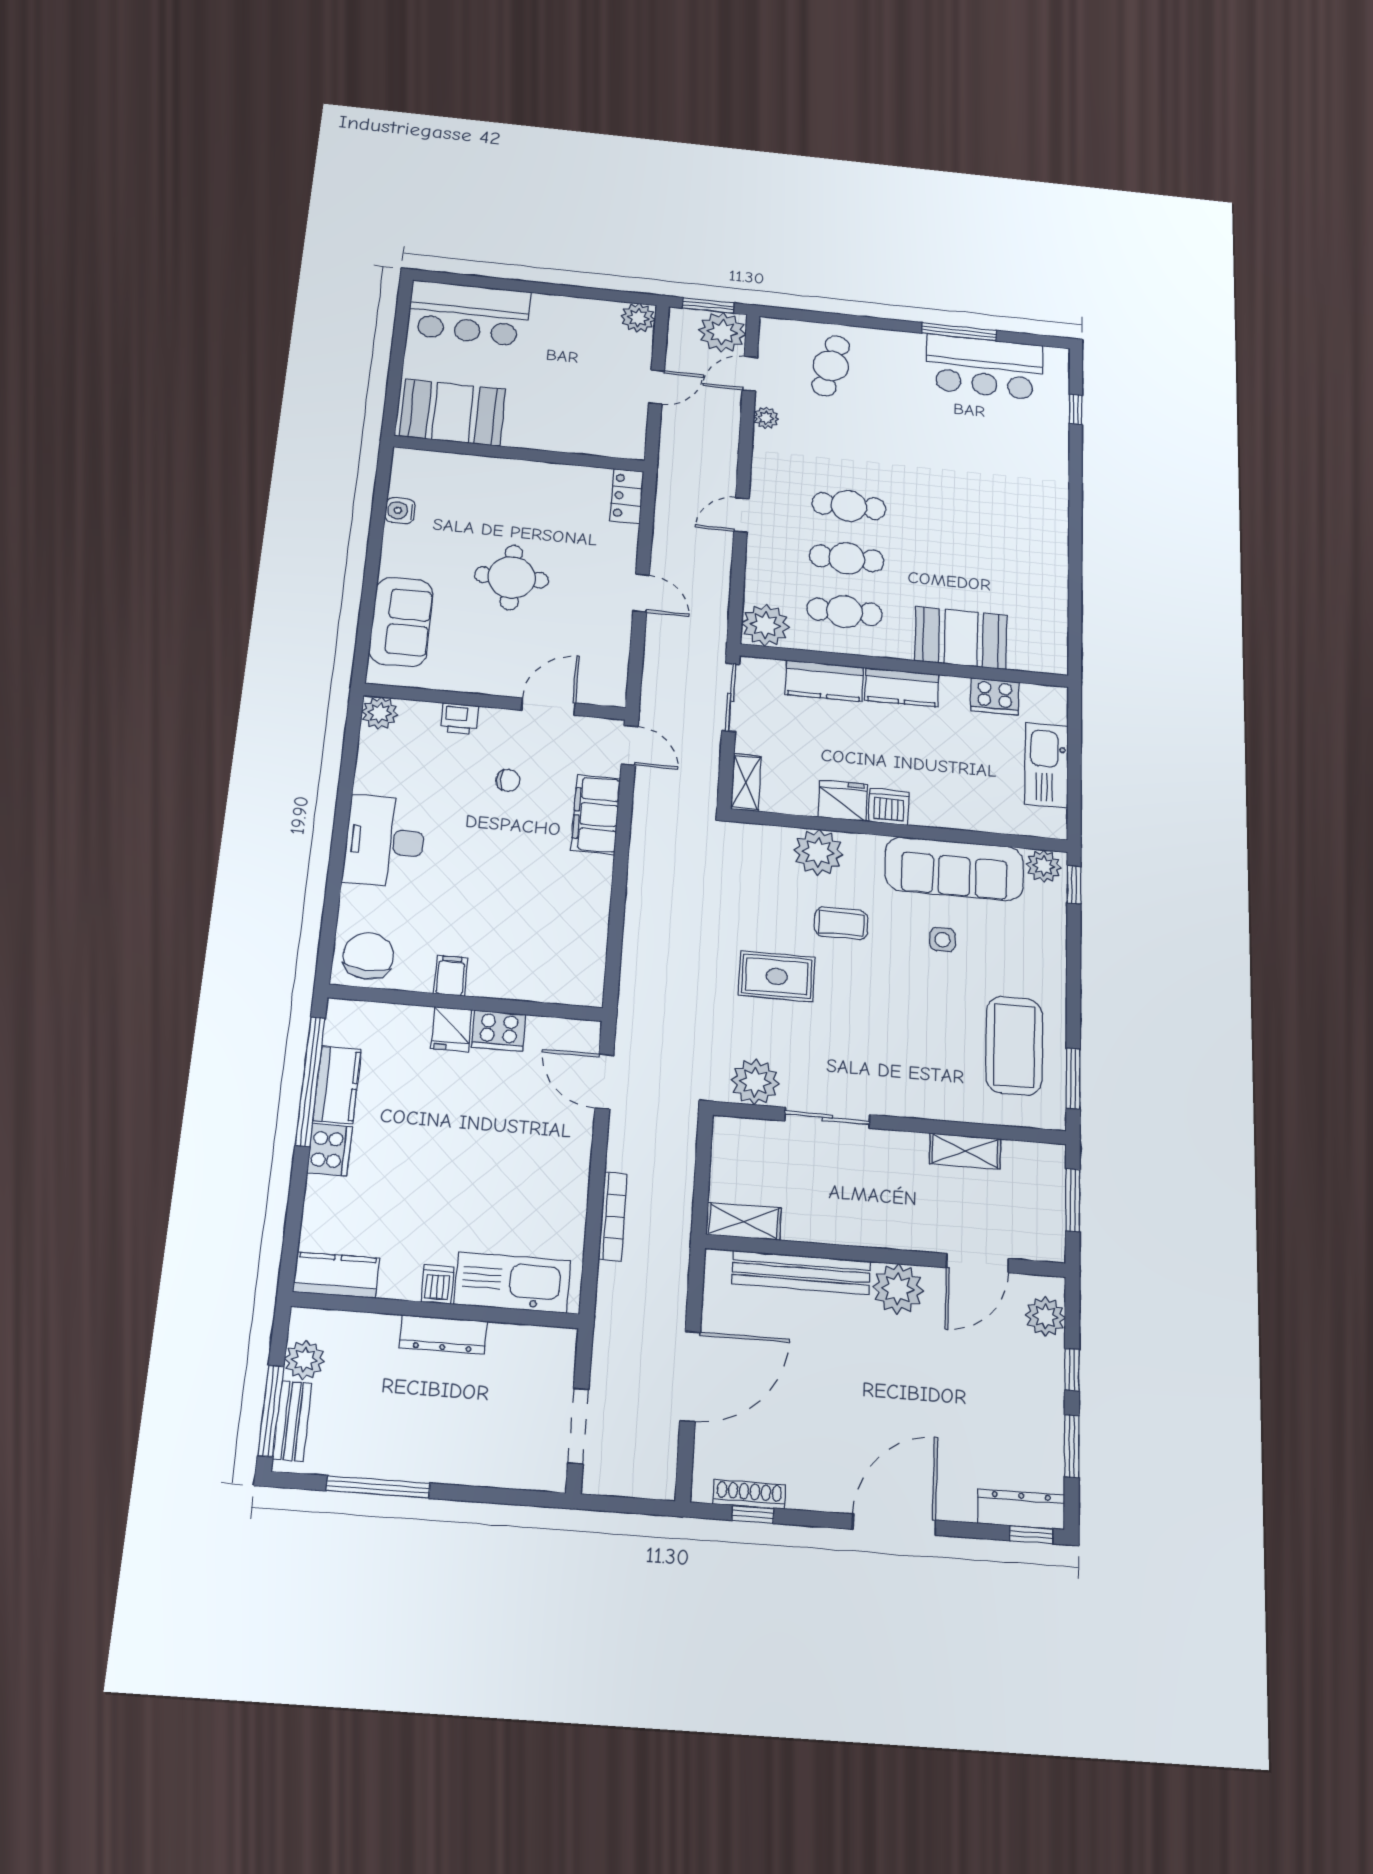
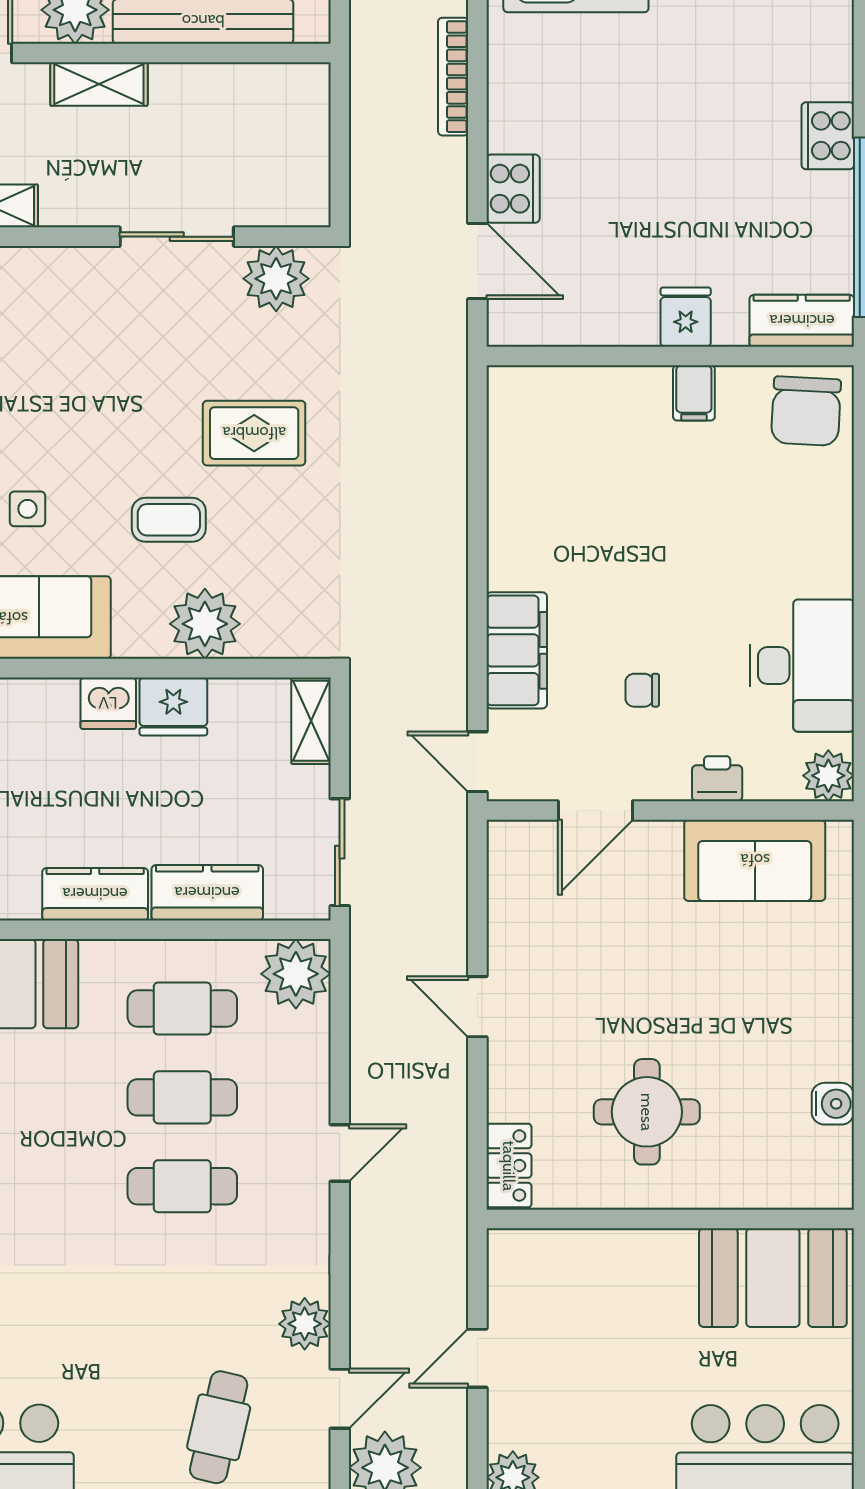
plant: (766, 418) -> (305, 1324), width x1.38, depth x1.38
round table: (512, 577) -> (647, 1112), moved
sofa: (401, 622) -> (755, 860), moved, turned -90
desk: (385, 841) -> (802, 666), moved
cooker: (499, 1031) -> (513, 189), moved, turned 90
kitchen counter: (337, 1085) -> (802, 321), moved, turned 90
shelving: (743, 1221) -> (99, 84), moved

